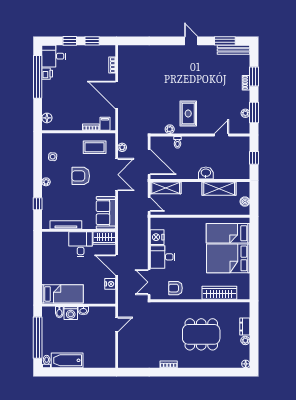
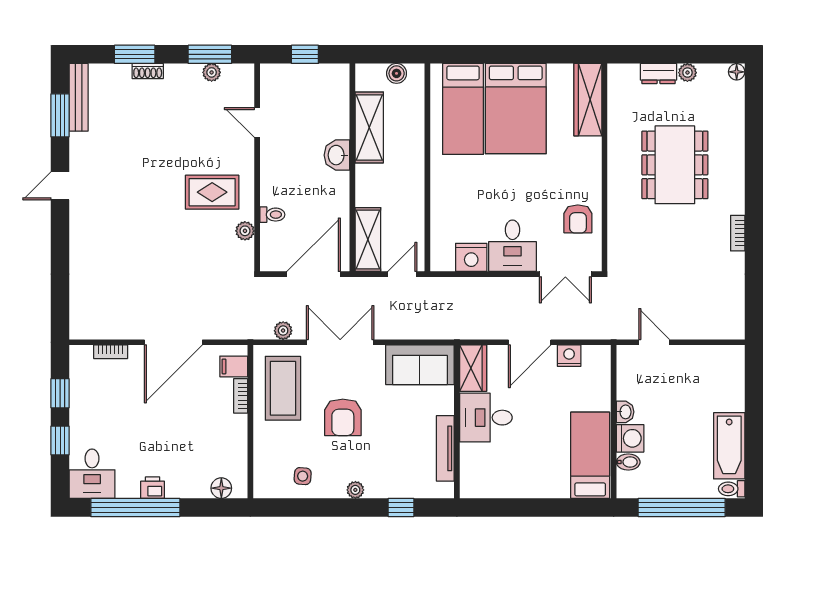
printer: (47, 74) -> (153, 488), moved
coffee table: (95, 147) -> (283, 388), width x1.36, depth x1.32
wardrobe: (219, 293) -> (588, 100), moved

